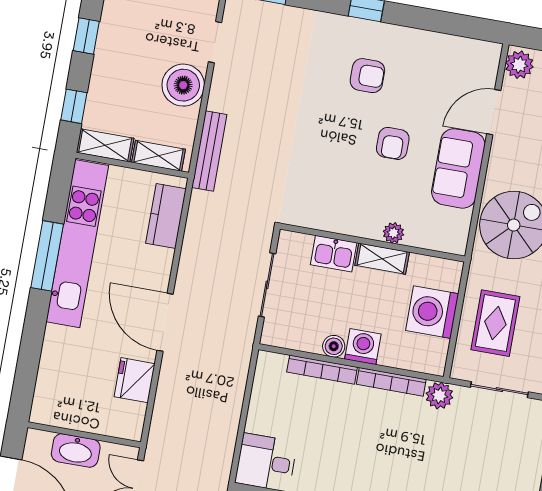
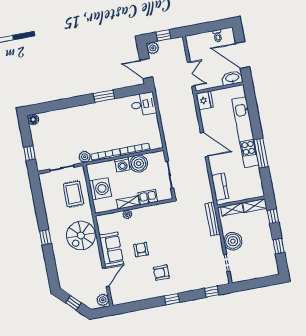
kitchen unit: (77, 244) -> (245, 132), moved
boiler: (334, 346) -> (139, 164), width x1.86, depth x1.86
fridge: (135, 380) -> (205, 100), moved
washbasin: (76, 450) -> (232, 78), moved

